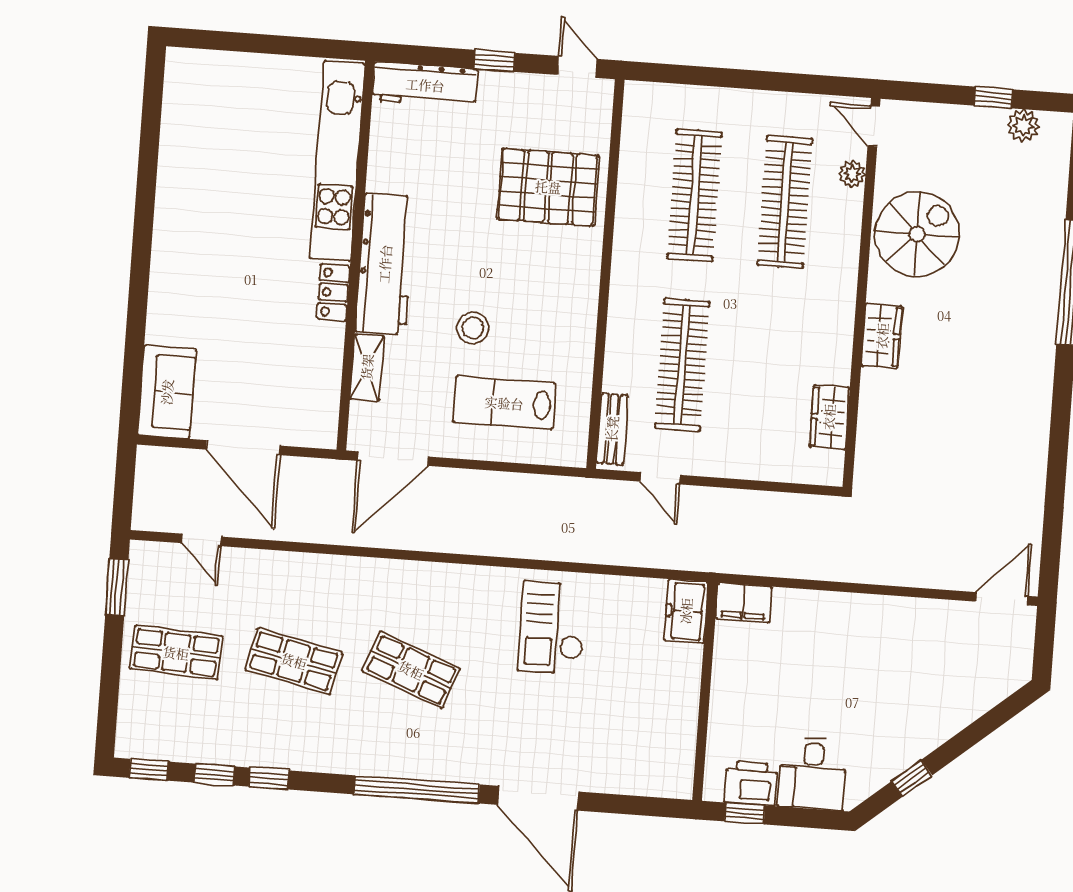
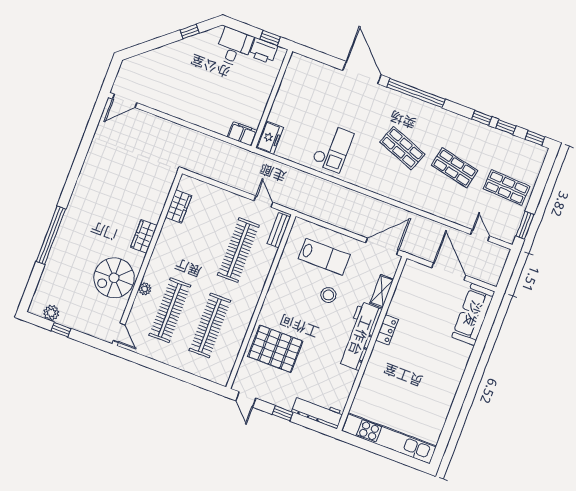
kitchen unit: (337, 161) -> (389, 438), moved, turned -90
plant: (852, 174) -> (145, 289), moved
sofa: (167, 392) -> (473, 314), width x1.36

